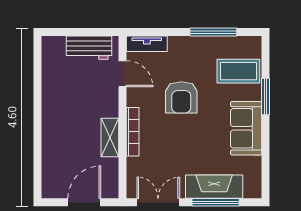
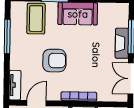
fireplace: (214, 187) -> (122, 43), width x0.73, depth x0.76

